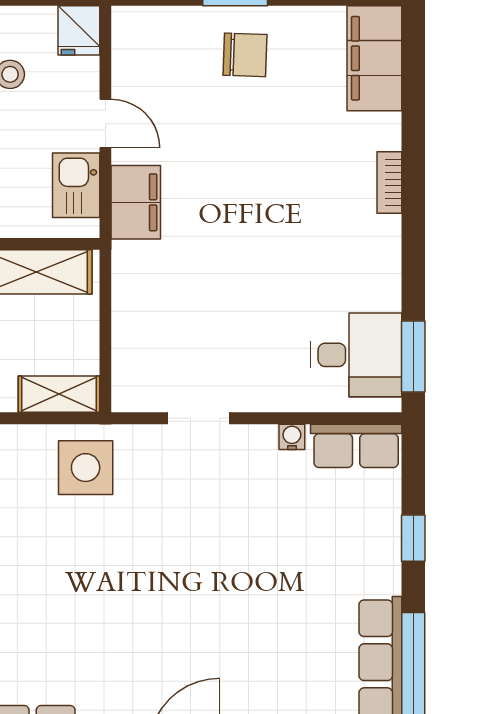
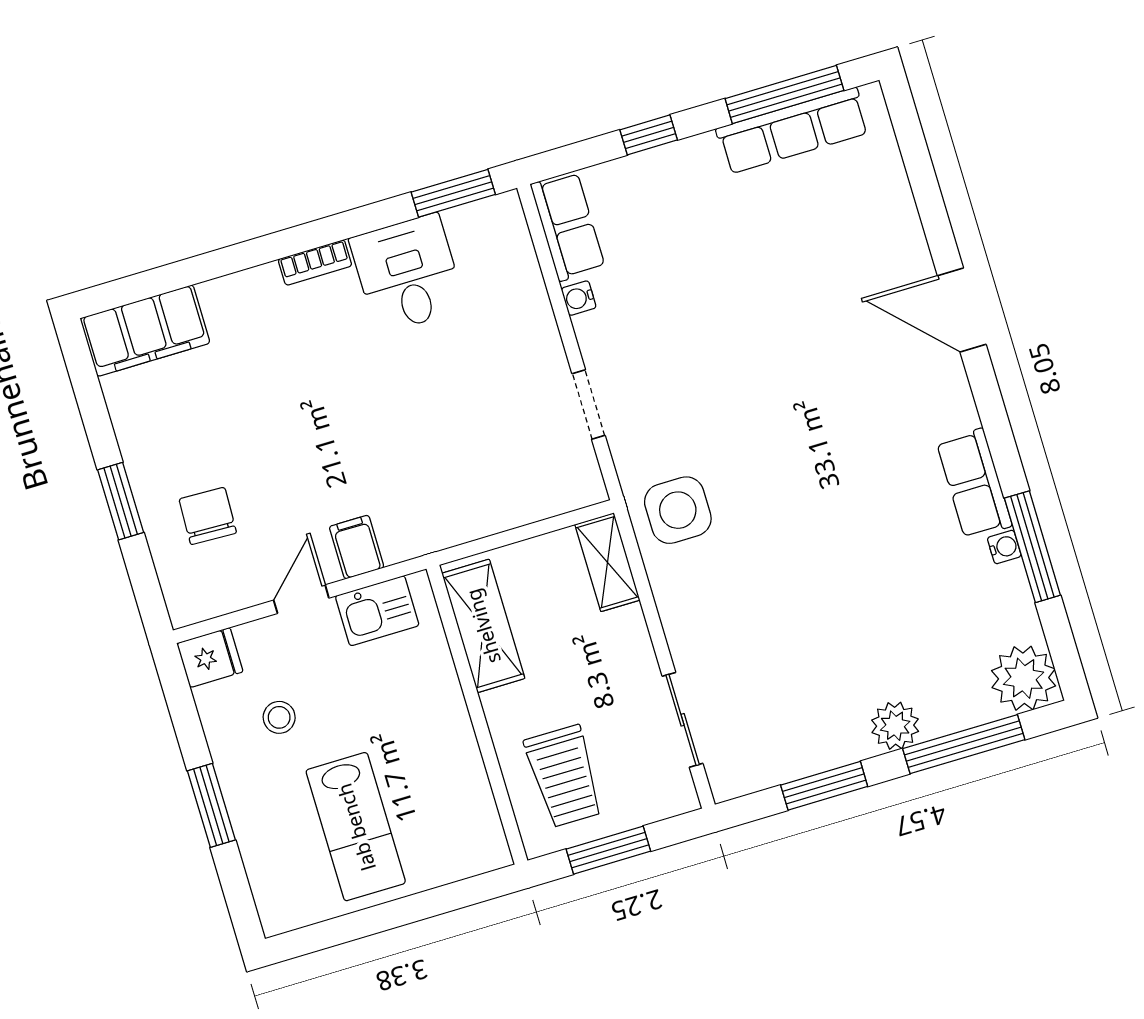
chair: (245, 55) -> (208, 516), moved
bookcase: (389, 182) -> (315, 263), moved
filing cabinet: (136, 202) -> (357, 547), width x0.50
desk: (356, 355) -> (407, 274), moved

